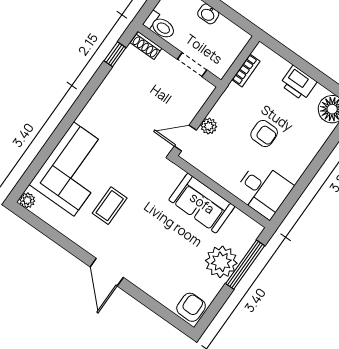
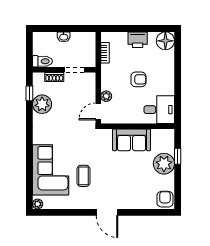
shoe rack: (146, 46) -> (54, 77), moved
plant: (121, 79) -> (42, 104), added
window: (245, 265) -> (178, 156), width x0.46

